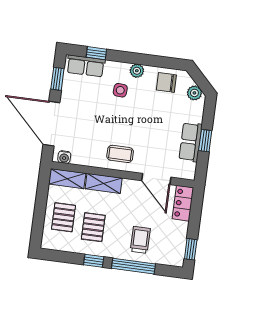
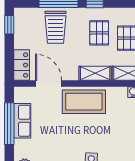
window: (205, 141) -> (9, 124), width x2.17
coffee table: (120, 154) -> (84, 102), width x1.86, depth x1.72
trolley: (140, 240) -> (55, 27), width x1.36, depth x1.39

